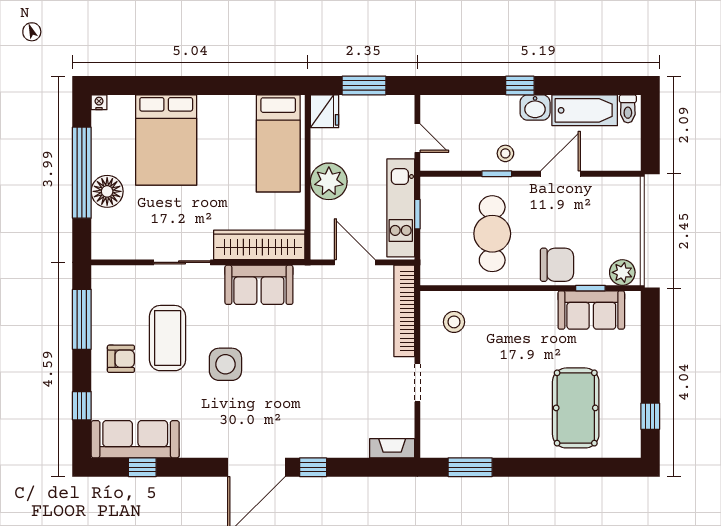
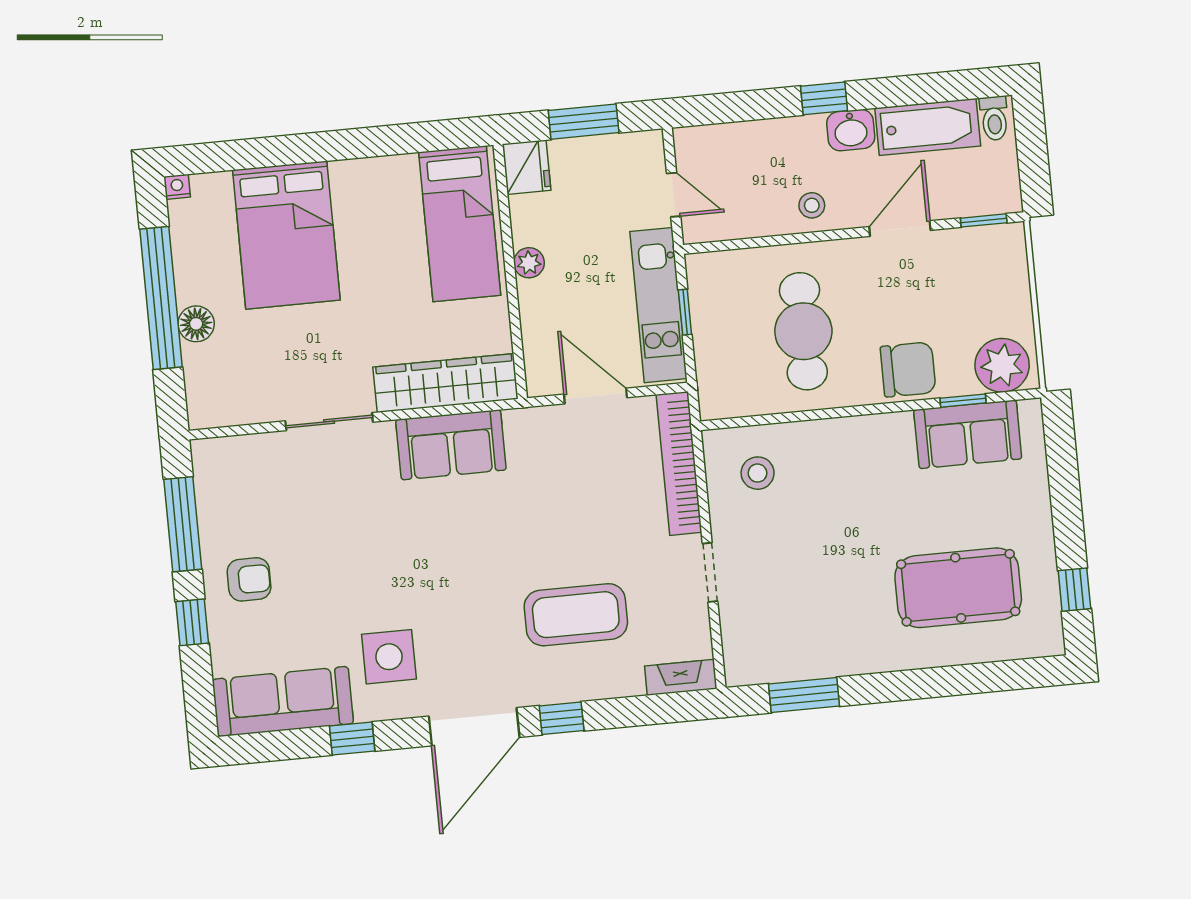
window: (497, 174) -> (984, 220), moved
plant: (329, 181) -> (529, 263), width x0.53, depth x0.53
floor lamp: (107, 191) -> (196, 324), width x0.73, depth x0.73
plant: (622, 272) -> (1002, 365), width x1.36, depth x1.36
coffee table: (168, 338) -> (576, 615), moved, turned 90
side table: (225, 364) -> (389, 657), moved
window: (82, 406) -> (192, 622), moved
pool table: (576, 408) -> (958, 588), turned 90
window: (142, 467) -> (352, 738), moved

